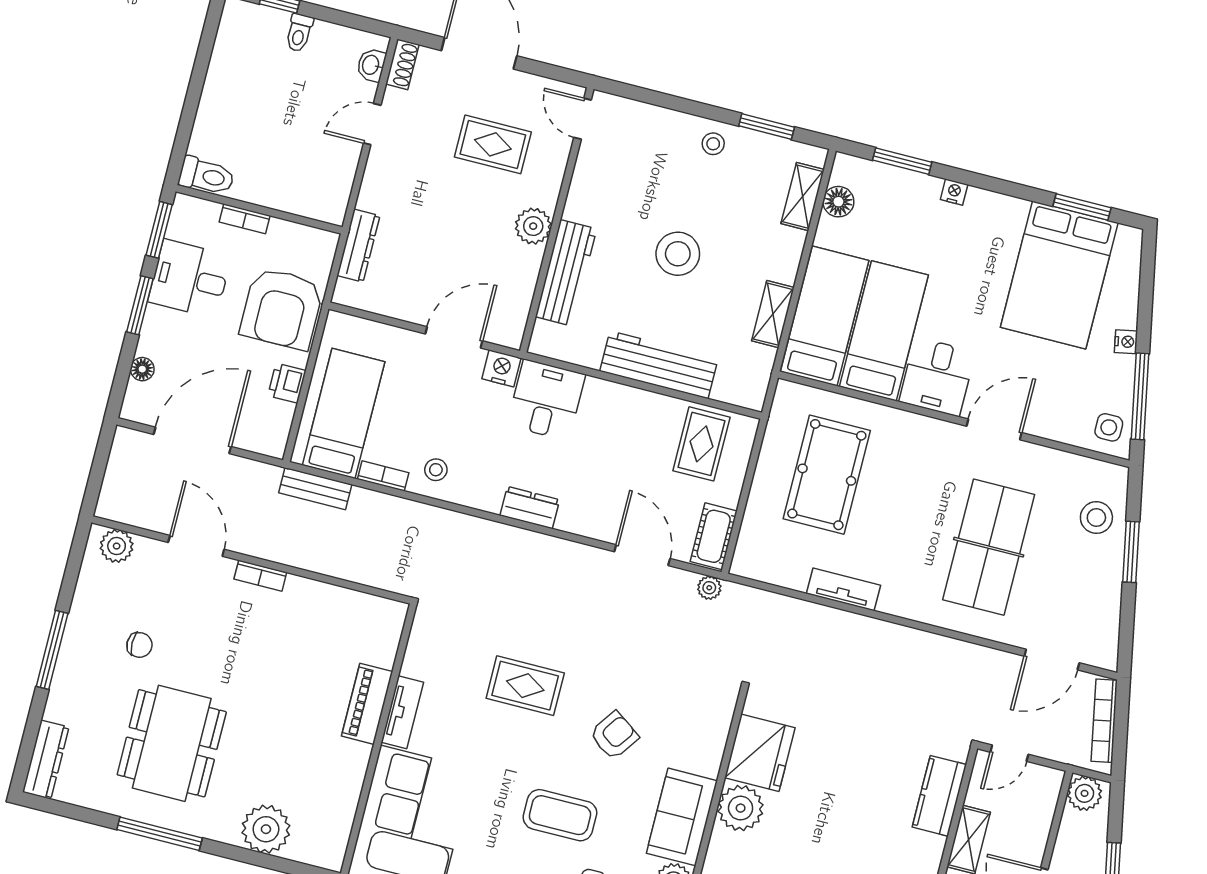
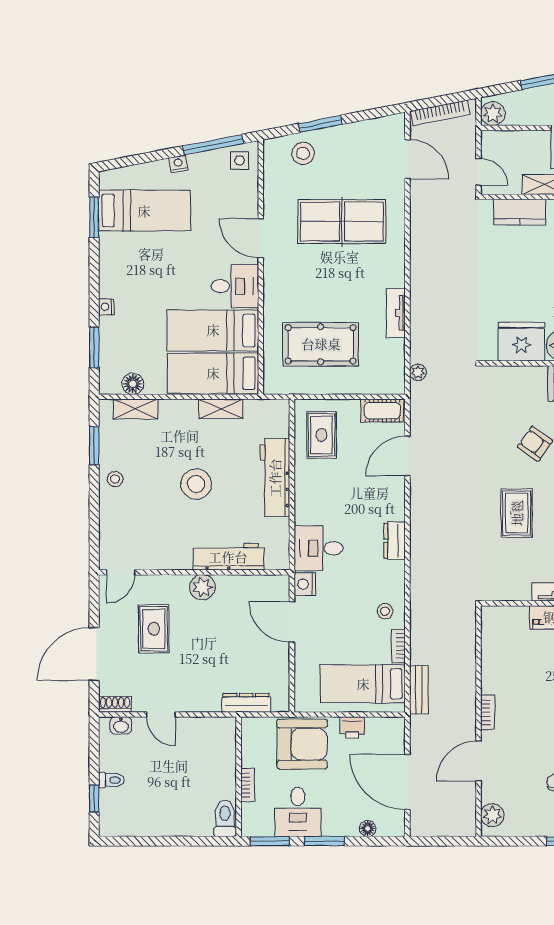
bed: (1059, 275) -> (144, 211), width x0.67
rug: (701, 444) -> (321, 435), turned 90
plant: (709, 588) -> (418, 372), moved

